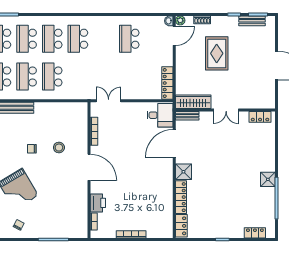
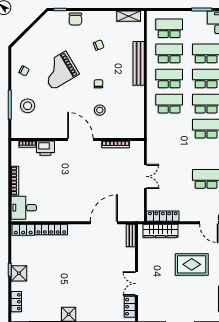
double door: (109, 101) -> (145, 176), moved
wardrobe: (193, 102) -> (160, 231), moved, turned 90
double door: (226, 110) -> (137, 284), moved
desk: (160, 115) -> (24, 208), moved, turned 90
door: (174, 143) -> (104, 223), hinge flipped
door: (89, 167) -> (80, 139), swing flipped
shower: (183, 172) -> (19, 273), moved
stool: (55, 221) -> (28, 106), added

